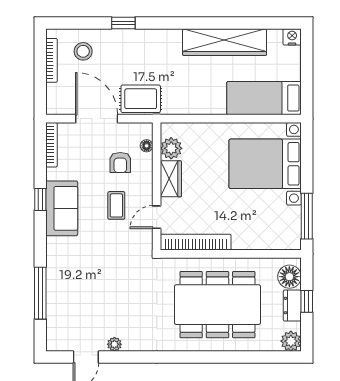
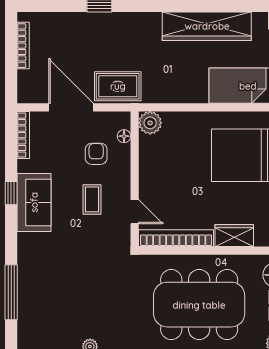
stool: (83, 51) -> (57, 36), removed
plant: (171, 148) -> (150, 123), moved
armchair: (120, 162) -> (96, 154), turned 180
wardrobe: (171, 179) -> (234, 236), moved, turned -90
door: (157, 217) -> (135, 212), swing flipped

